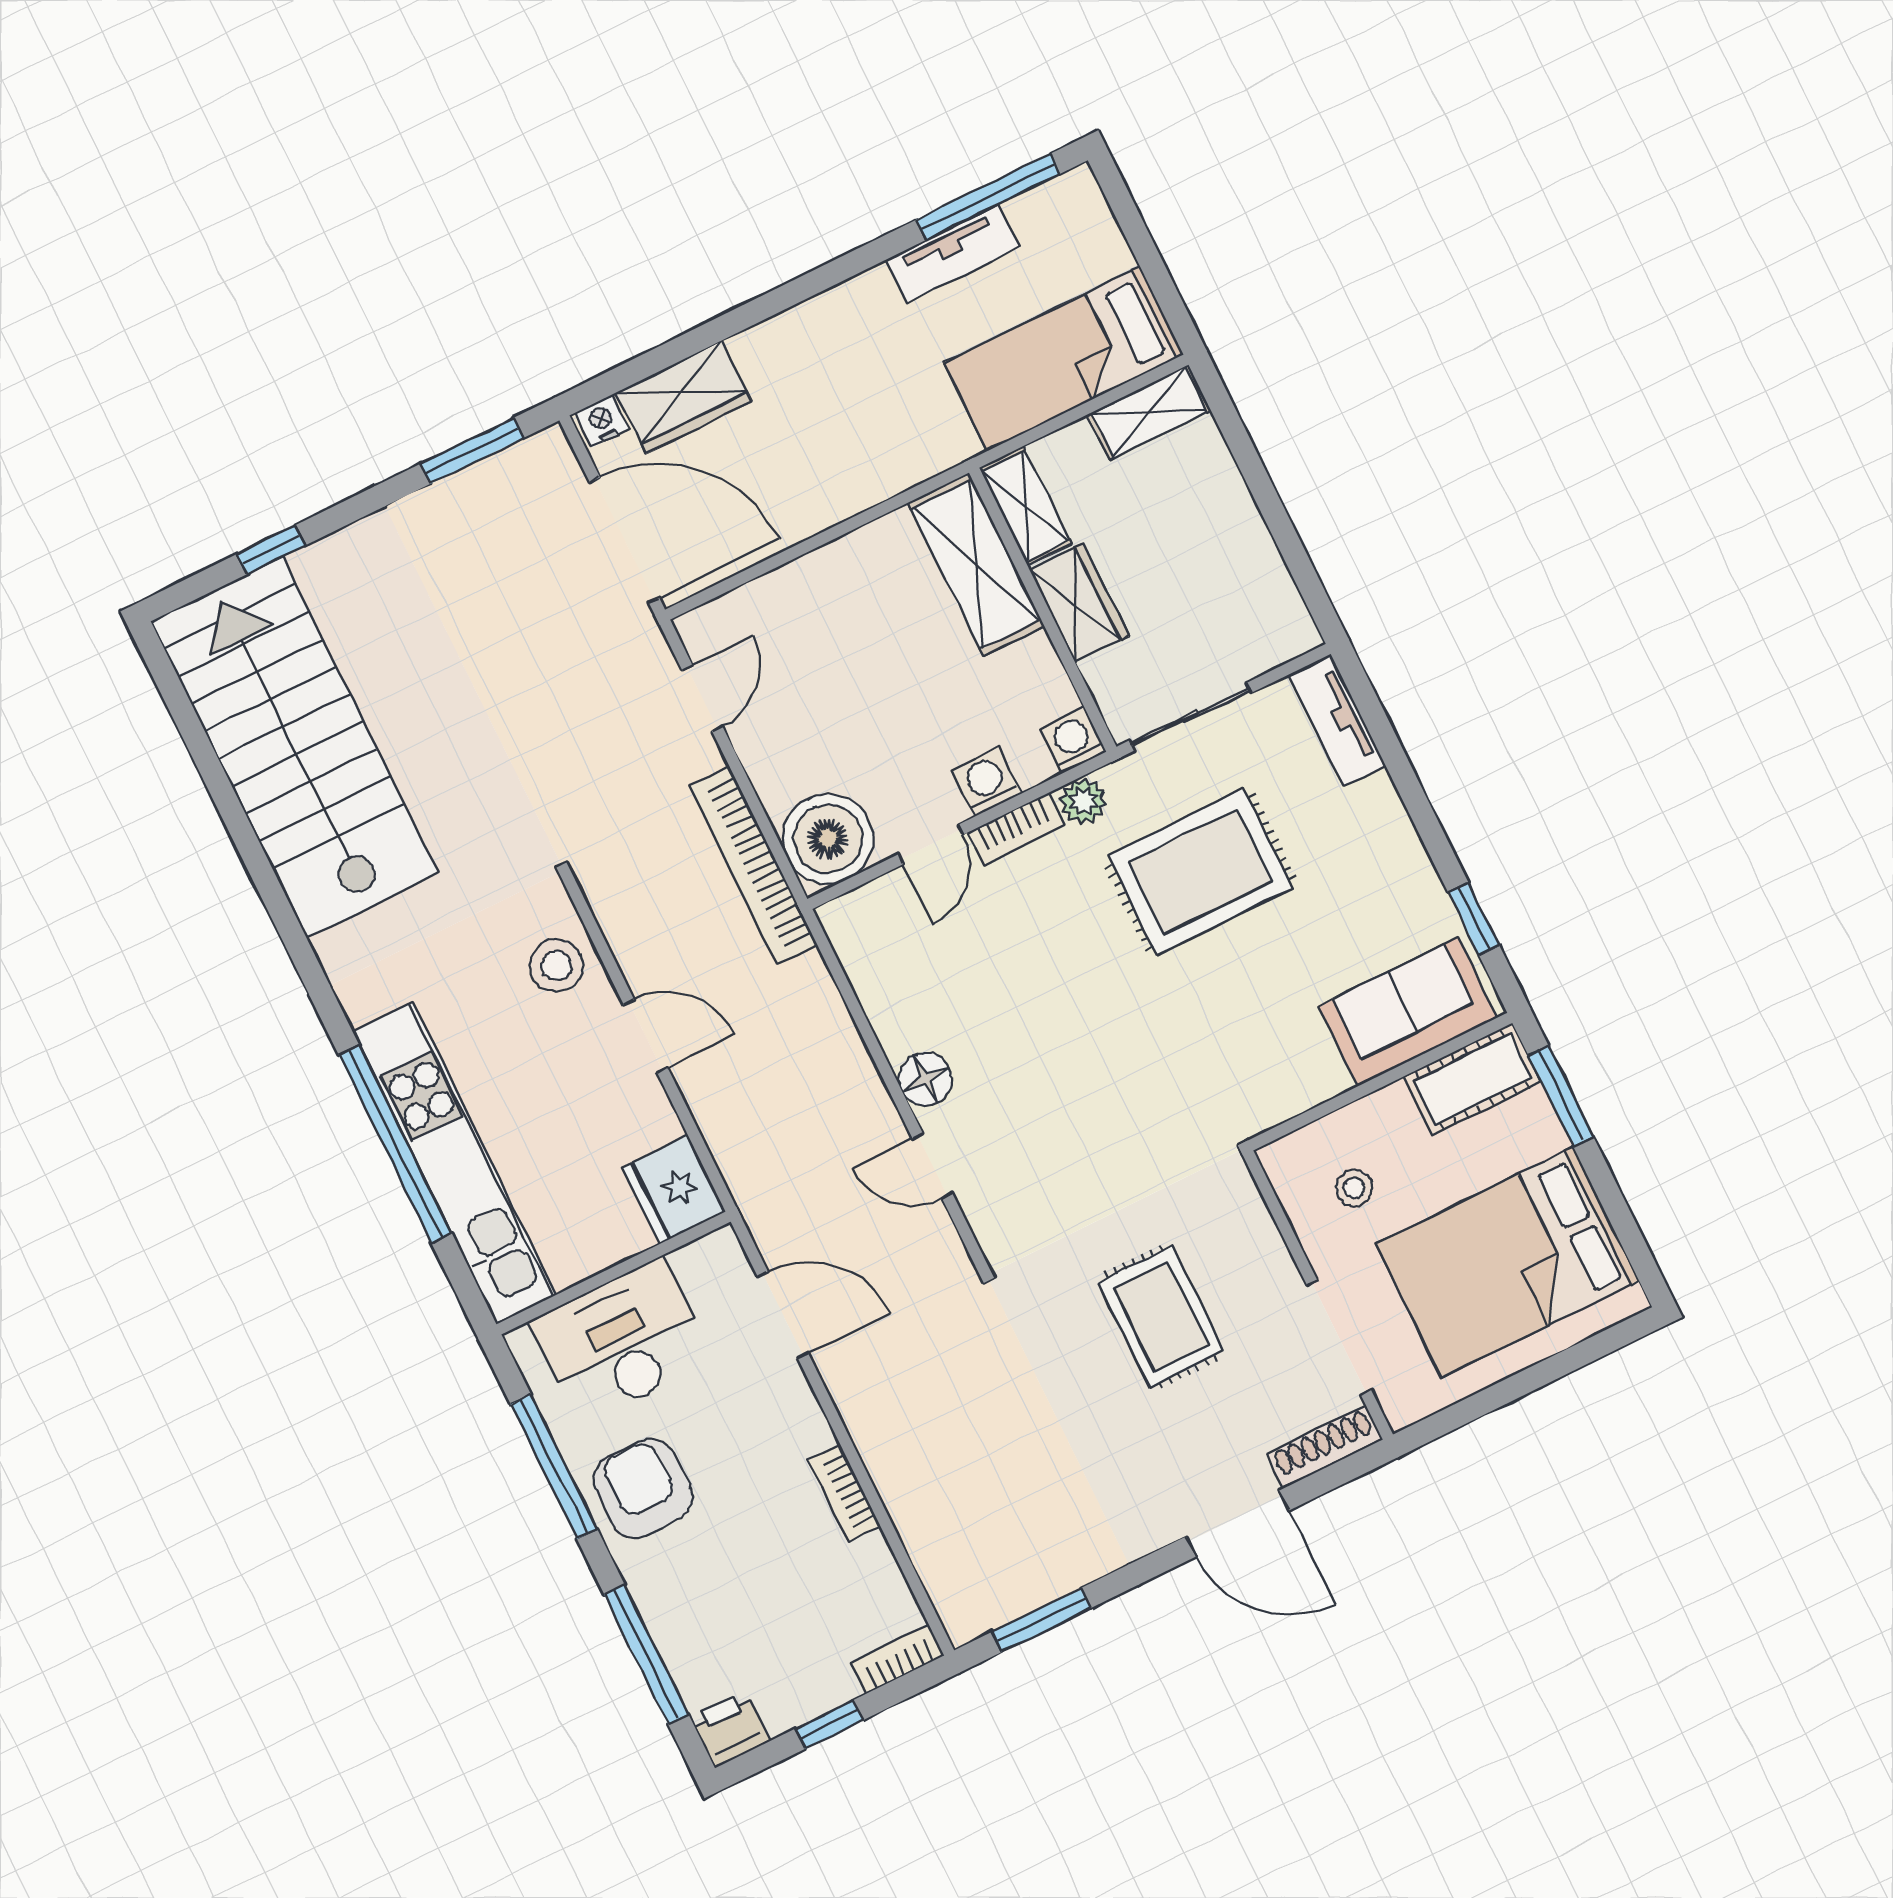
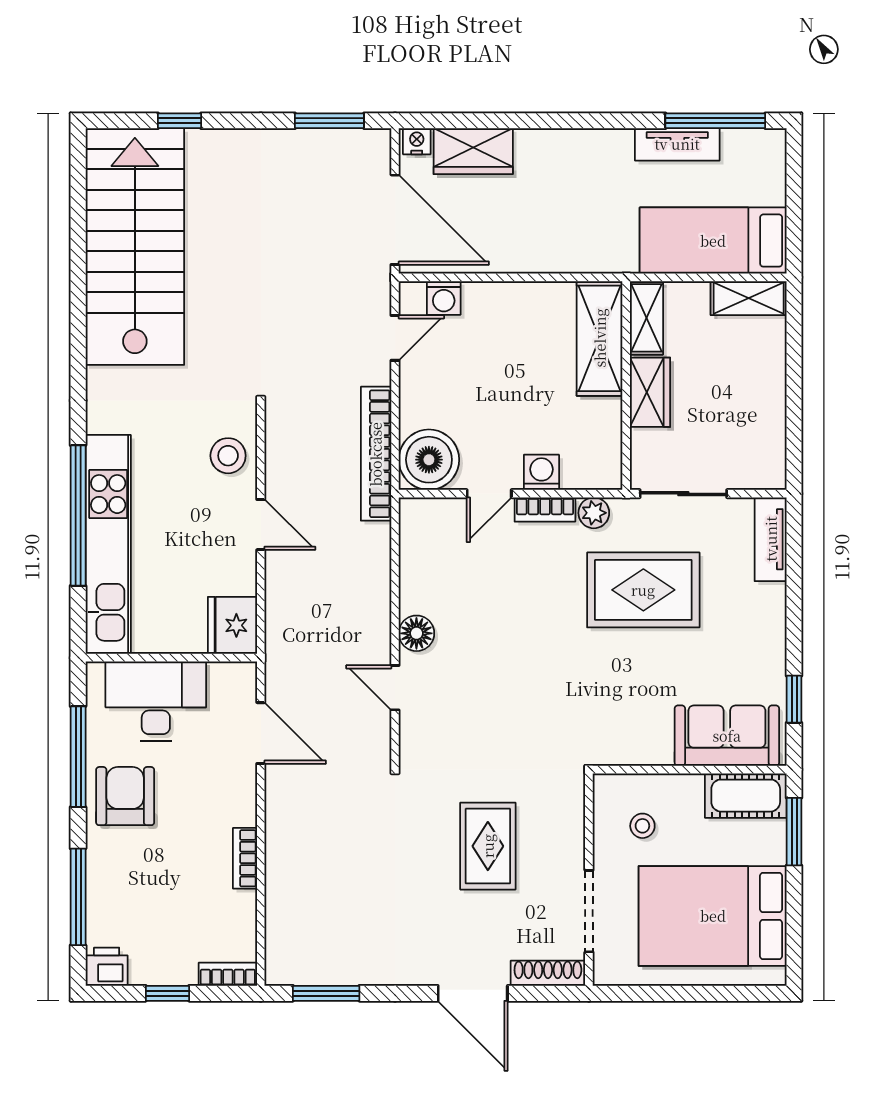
washing machine: (1073, 740) -> (444, 298), moved, turned 180

